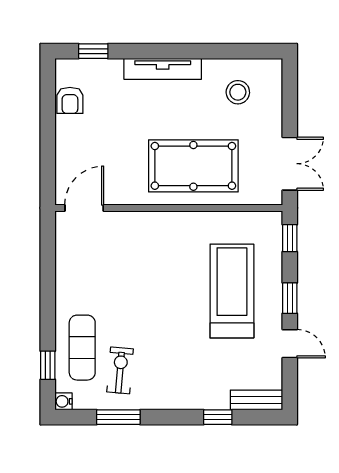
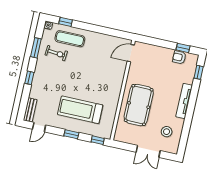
window: (48, 97) -> (183, 48), added
double door: (290, 164) -> (148, 151), moved
door: (84, 208) -> (131, 53), swing flipped
treadmill: (232, 291) -> (80, 110), turned 180
door: (290, 344) -> (39, 127), moved
window: (218, 417) -> (29, 78), moved

